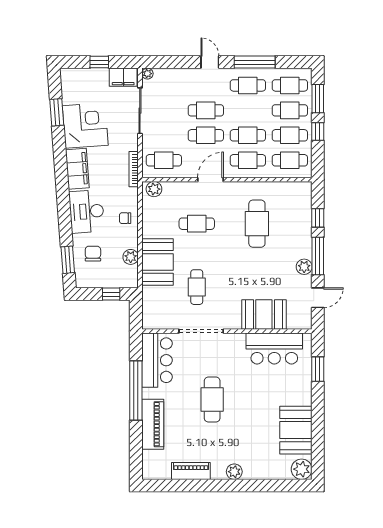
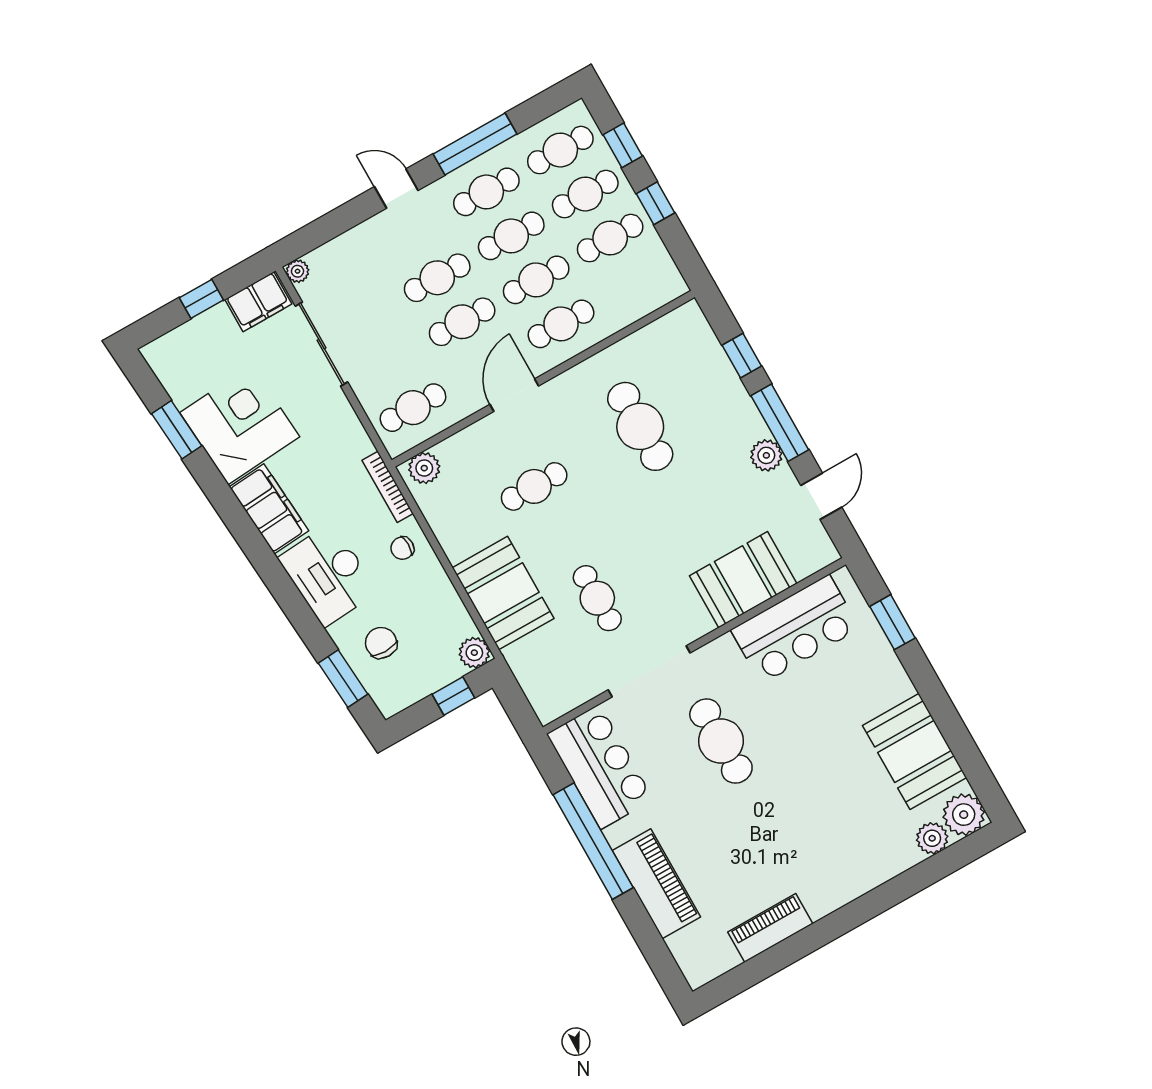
window: (318, 99) -> (623, 145), width x0.67
cafe table: (290, 160) -> (511, 236), moved
bookcase: (134, 169) -> (388, 487), moved
plant: (131, 257) -> (474, 653), moved
cafe table: (212, 400) -> (721, 741), moved
plant: (234, 472) -> (932, 838), moved

